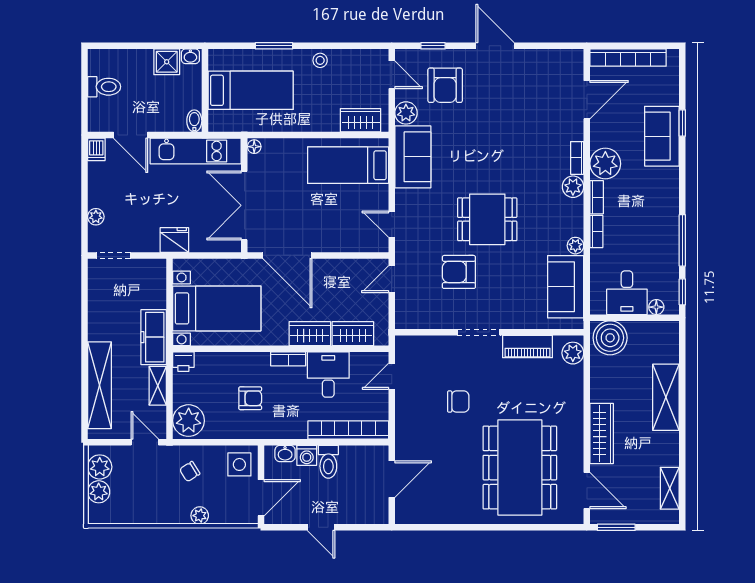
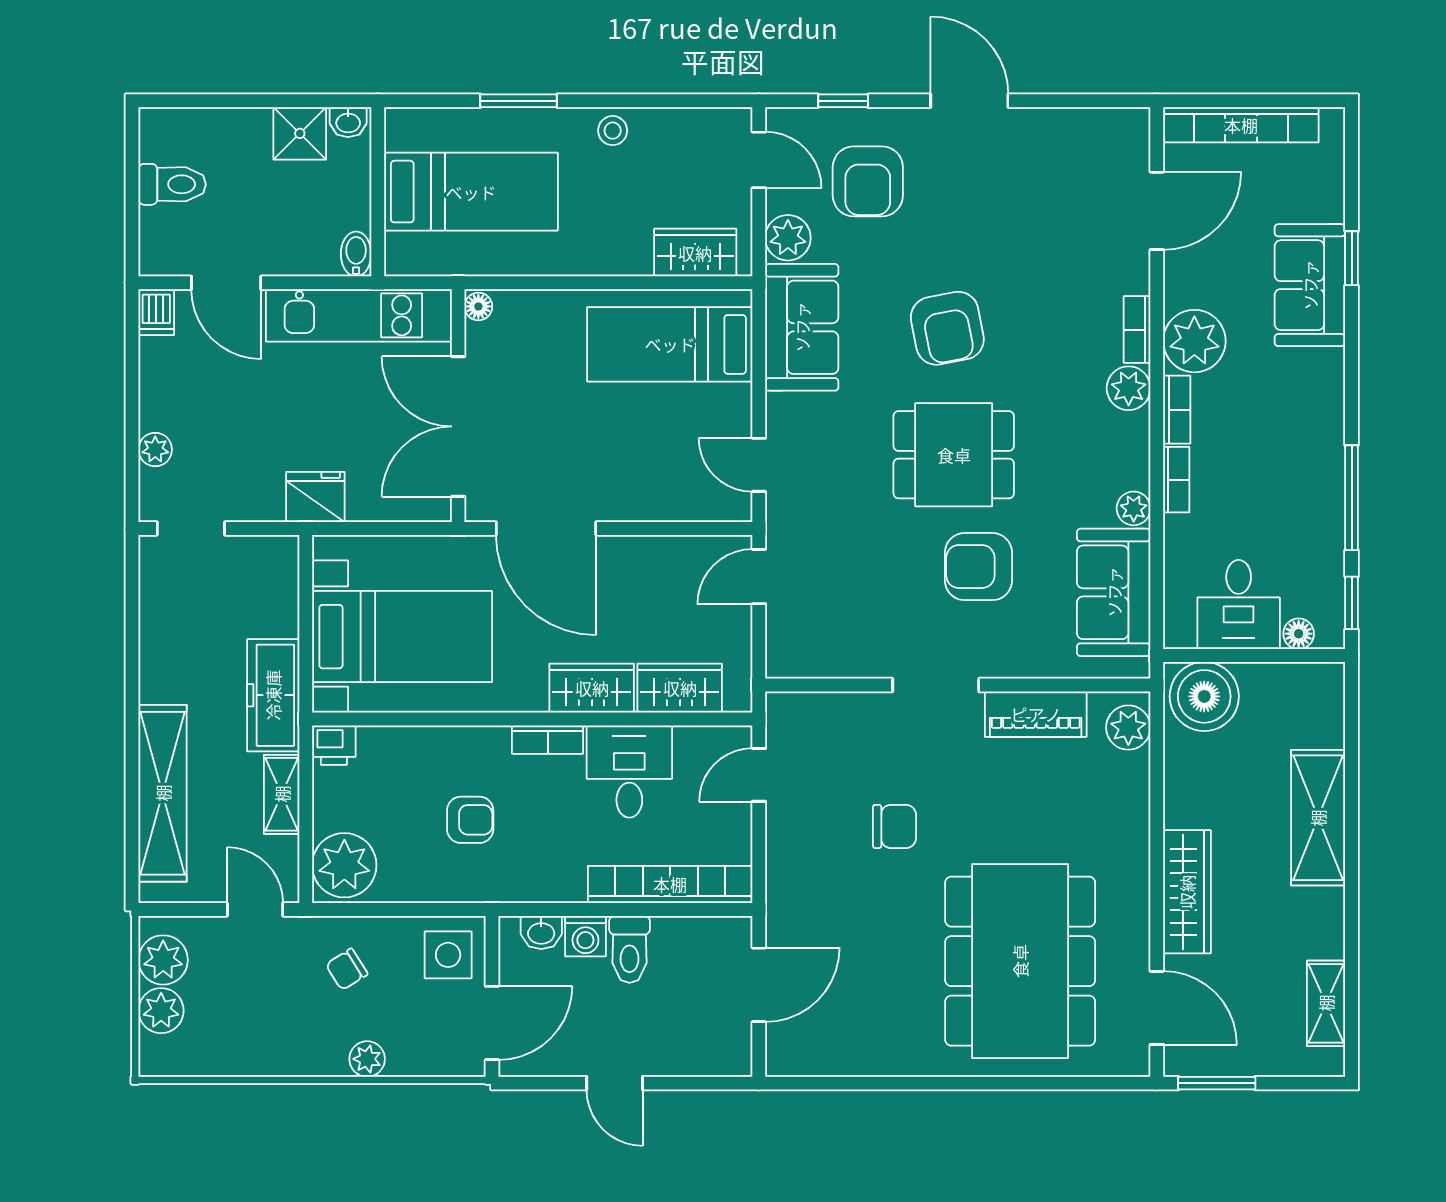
armchair: (484, 157) -> (947, 328), added
armchair: (459, 272) -> (978, 567), moved

